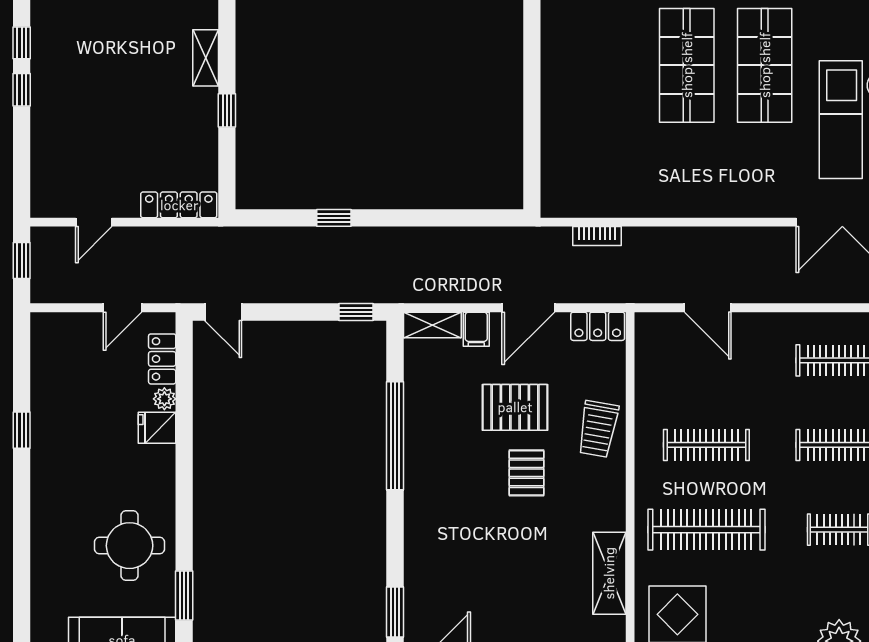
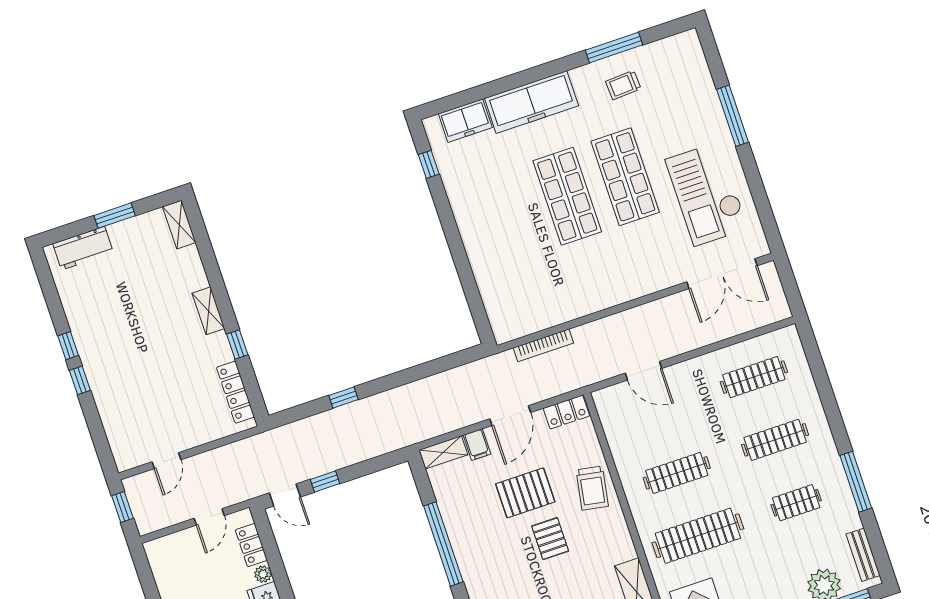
locker: (179, 205) -> (235, 392), moved, turned -90
bookcase: (597, 236) -> (543, 345), width x1.56
window: (356, 312) -> (325, 481), moved

